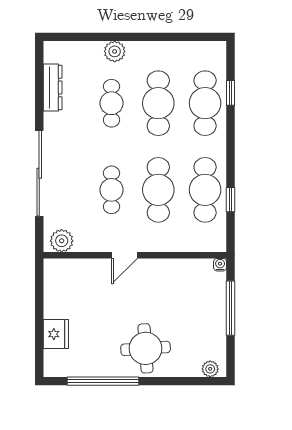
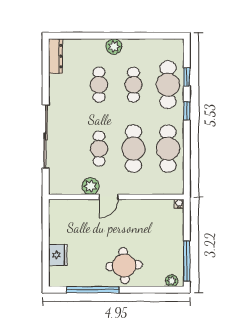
plant: (115, 51) -> (114, 47), moved
dresser: (53, 87) -> (55, 56), moved
cafe table: (158, 103) -> (133, 85), width x0.73, depth x0.74
window: (231, 200) -> (187, 111), moved
plant: (62, 241) -> (91, 186), moved
window: (231, 308) -> (187, 261), moved

